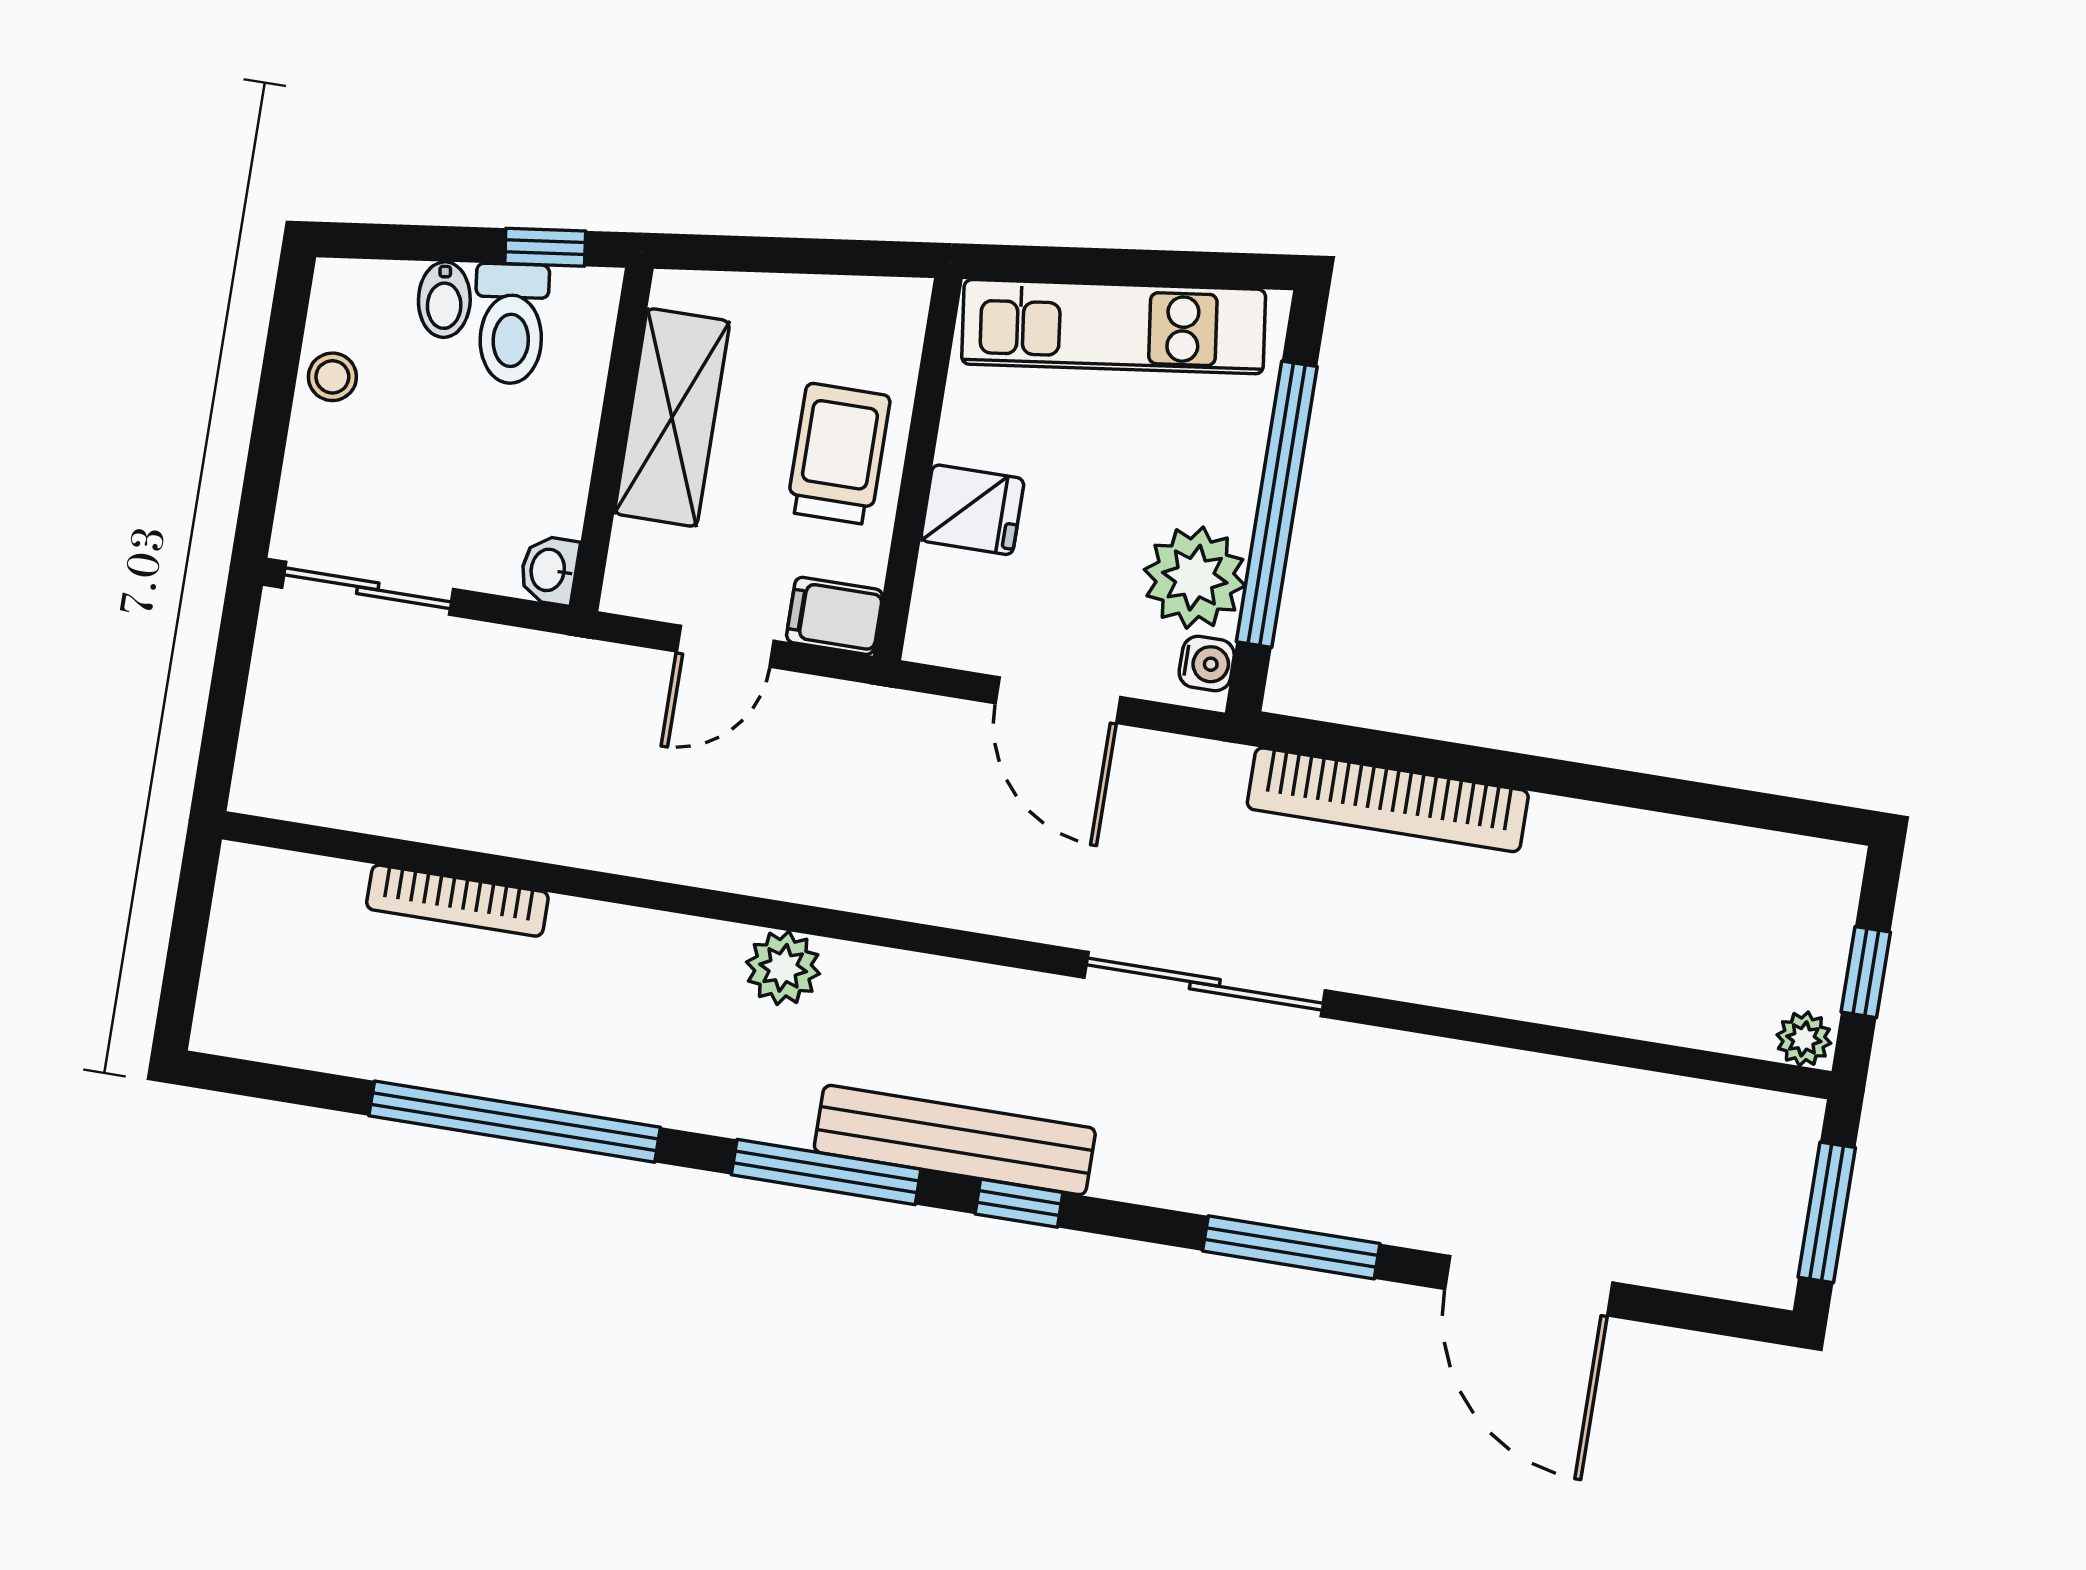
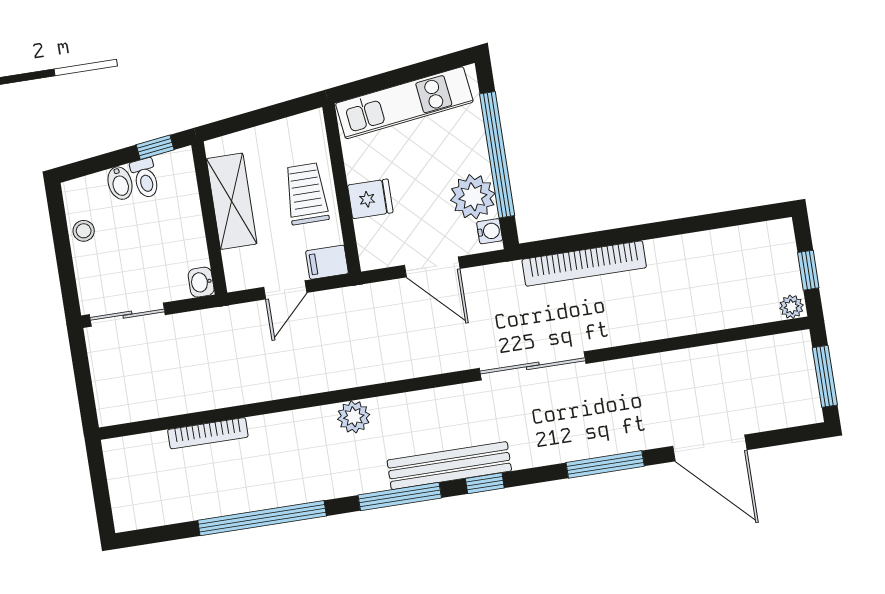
toilet: (511, 324) -> (145, 178), width x0.73, depth x0.72

